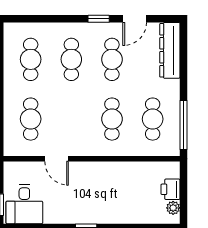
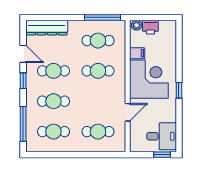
window: (41, 19) -> (23, 124), added
filing cabinet: (136, 171) -> (137, 53), added
corner desk: (101, 187) -> (149, 79), added
plant: (173, 208) -> (137, 25), moved

